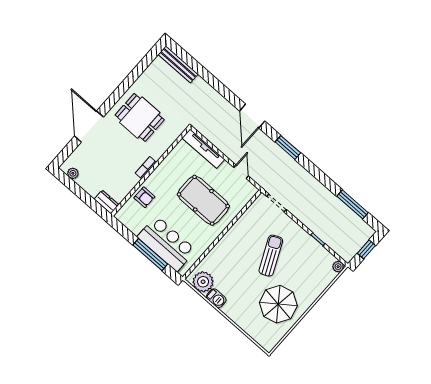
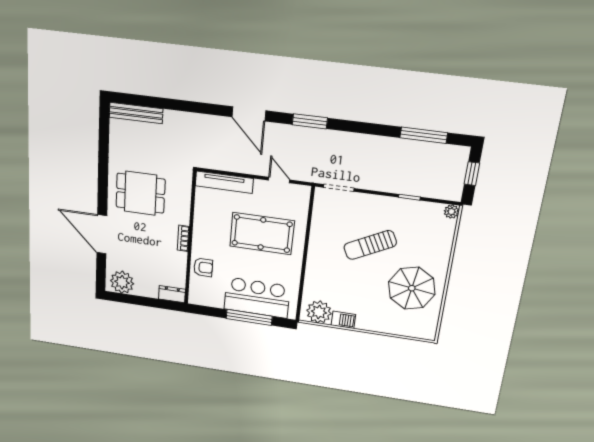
plant: (73, 173) -> (122, 282), width x1.87, depth x1.87
sun lounger: (271, 256) -> (370, 245), turned -92

